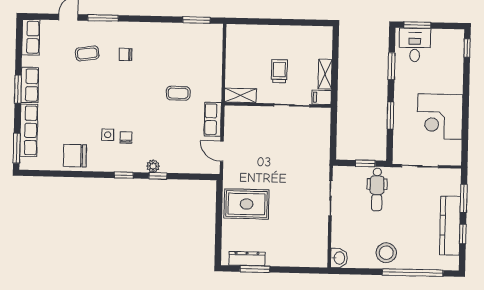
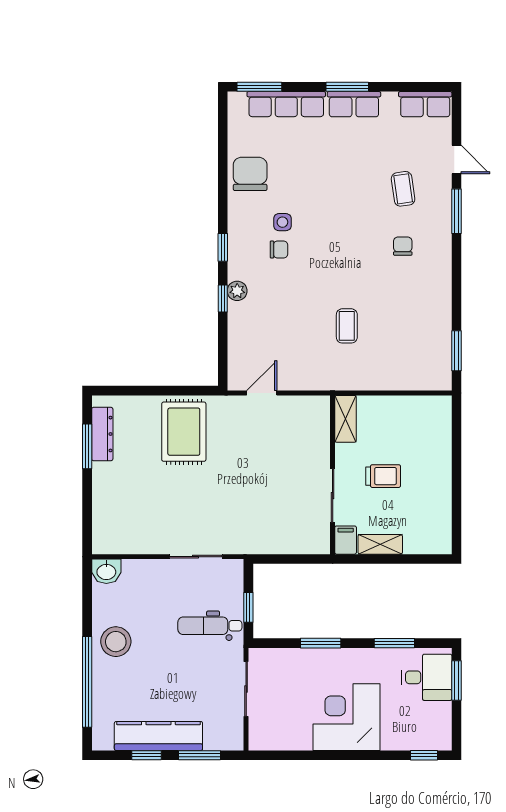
corner desk: (440, 117) -> (346, 717), moved
row of seats: (213, 119) -> (309, 378), removed

